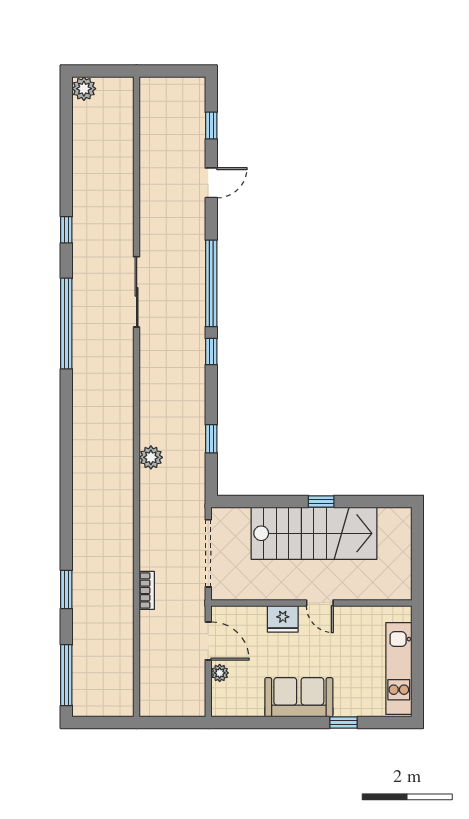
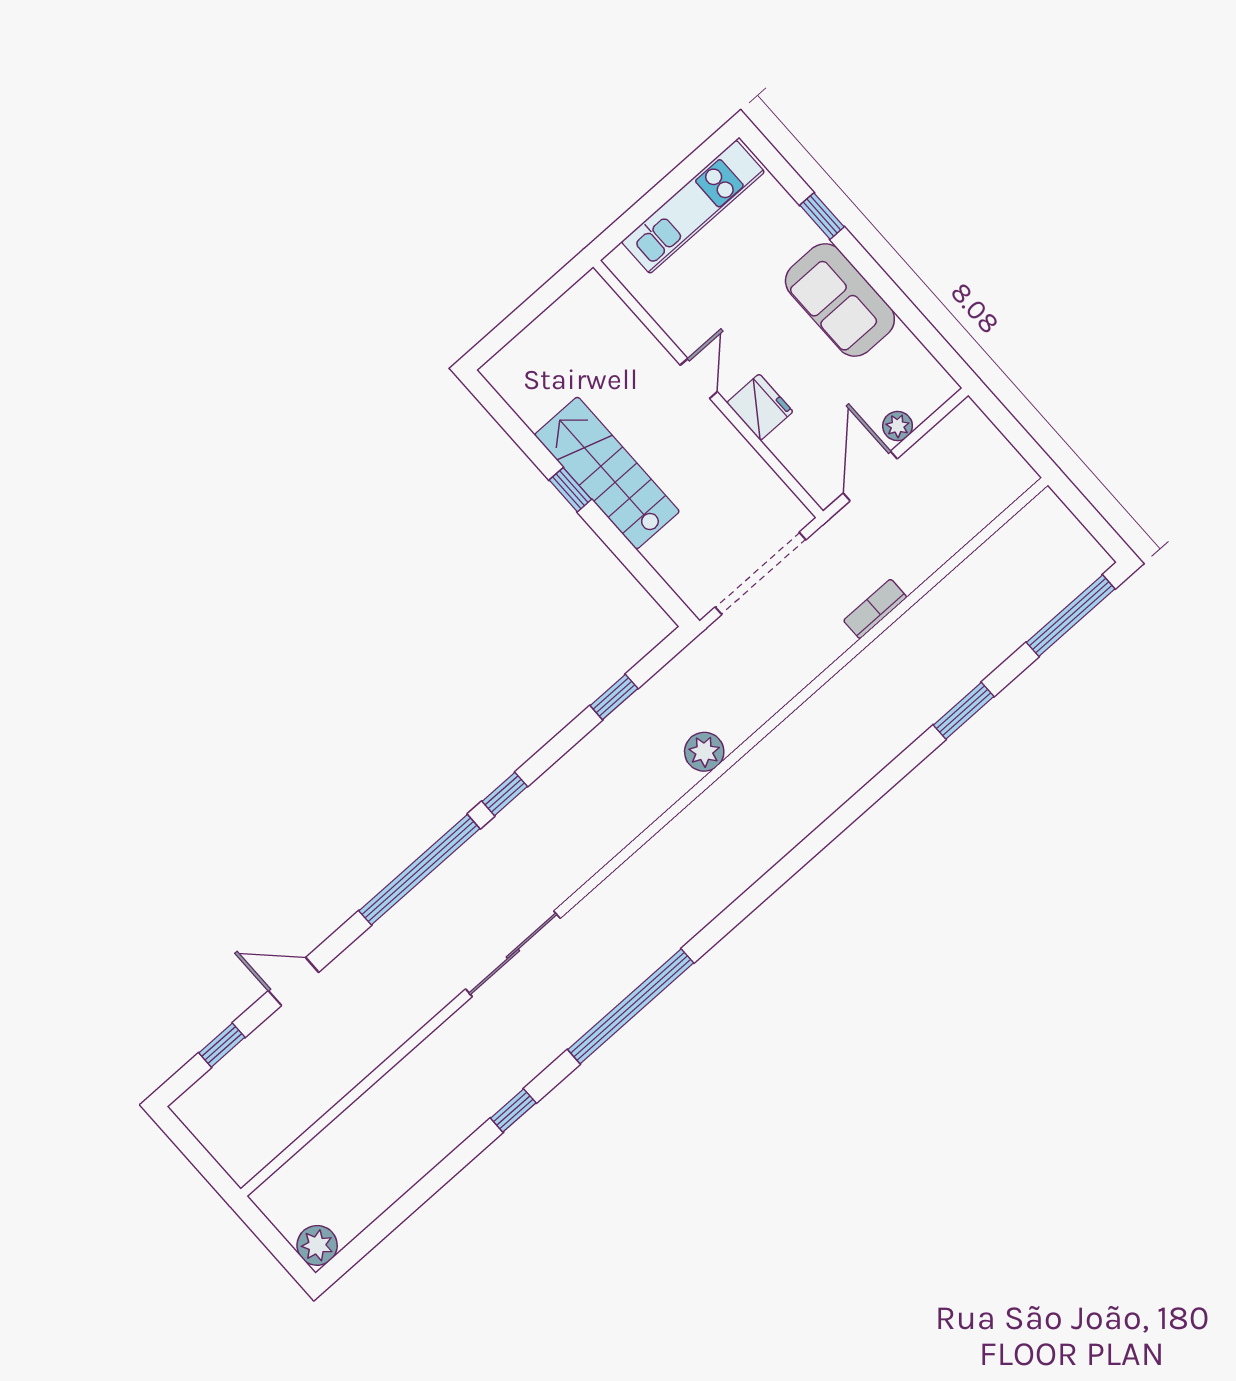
stairs: (314, 533) -> (607, 473), width x0.73, depth x0.66

